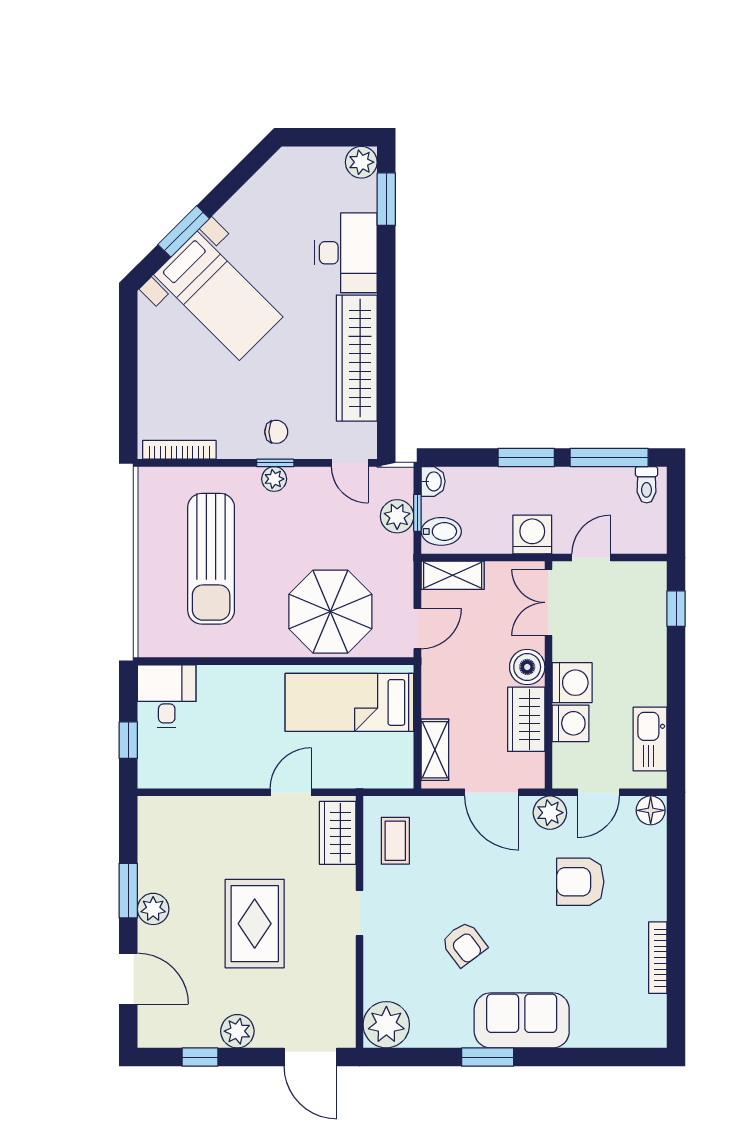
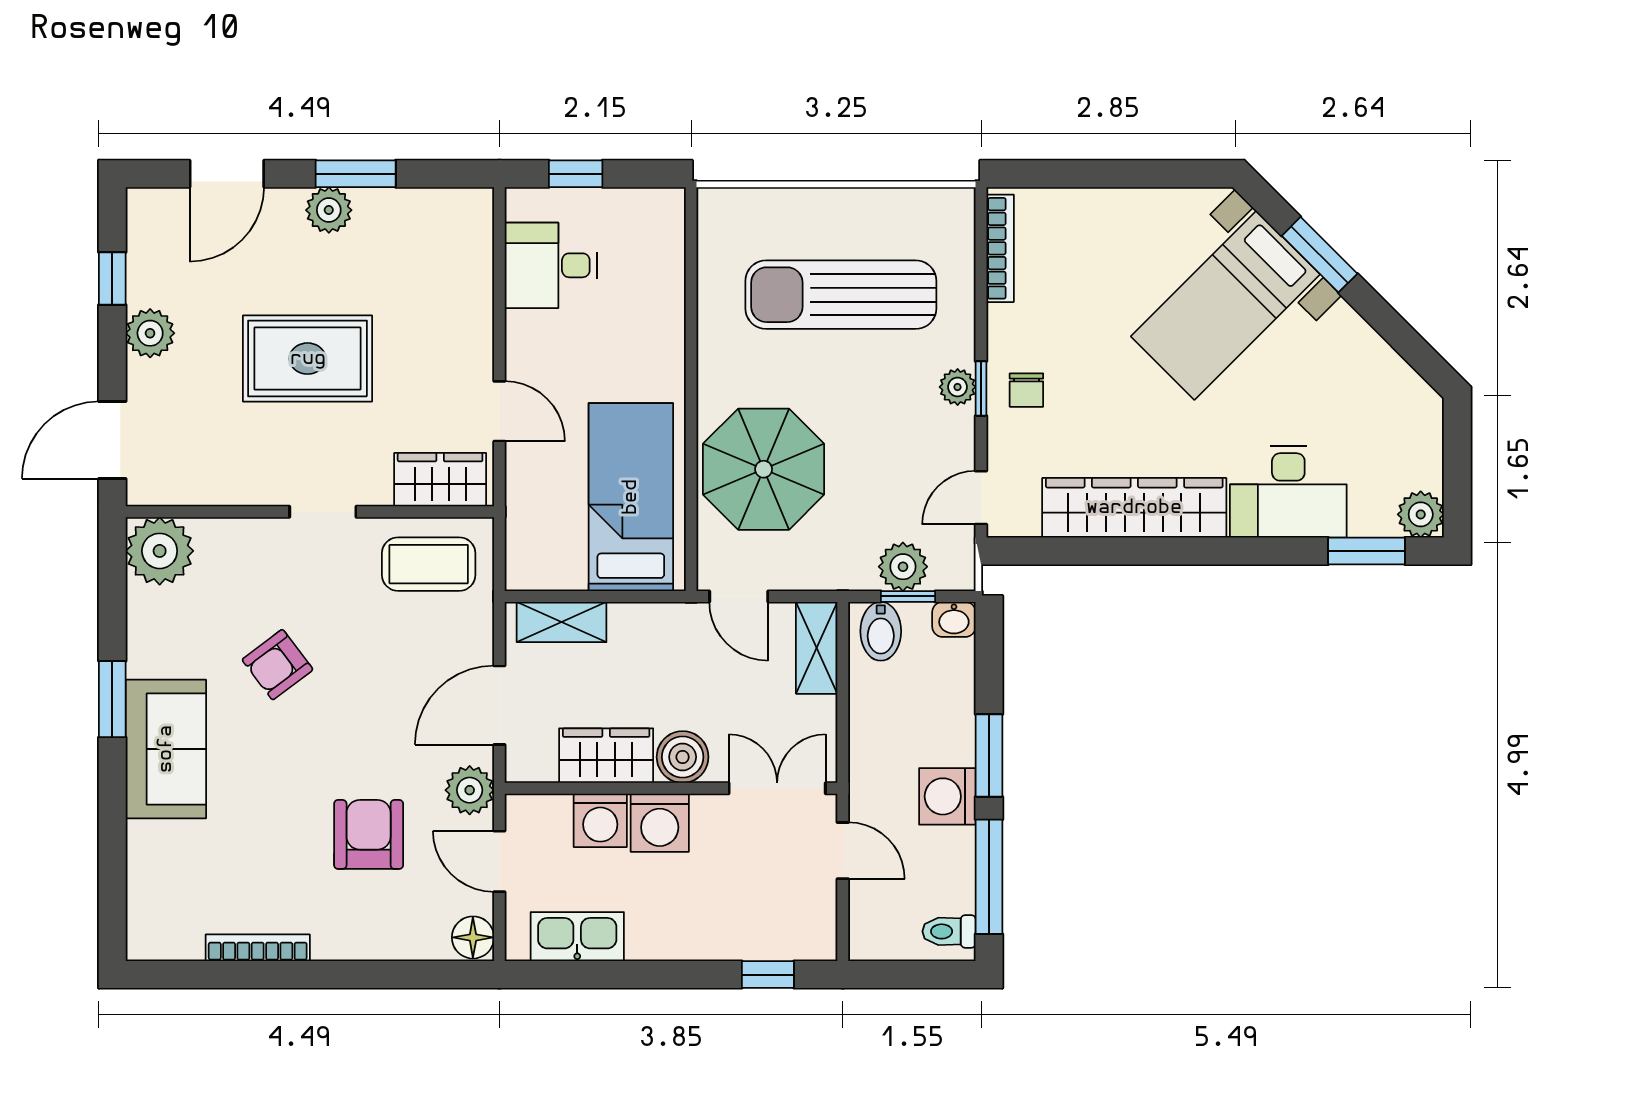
washing machine: (532, 534) -> (947, 796), moved, turned 180
desk: (167, 696) -> (551, 265), moved, turned 180
coffee table: (395, 841) -> (429, 564), width x1.36, depth x1.30

